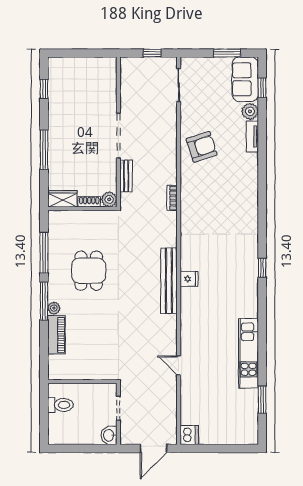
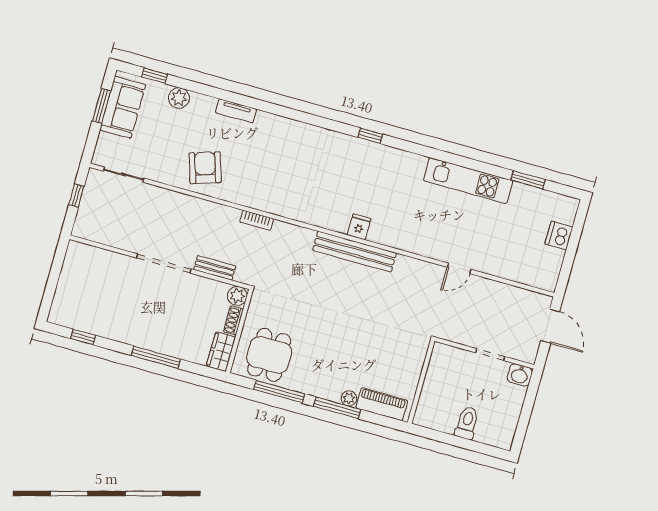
sofa: (245, 79) -> (123, 107), moved, turned -90
tv unit: (252, 136) -> (236, 111), moved
dining table: (89, 271) -> (269, 355), moved, turned 90
wall: (82, 382) -> (421, 382), moved
dishwasher: (189, 435) -> (559, 235), moved, turned -90

